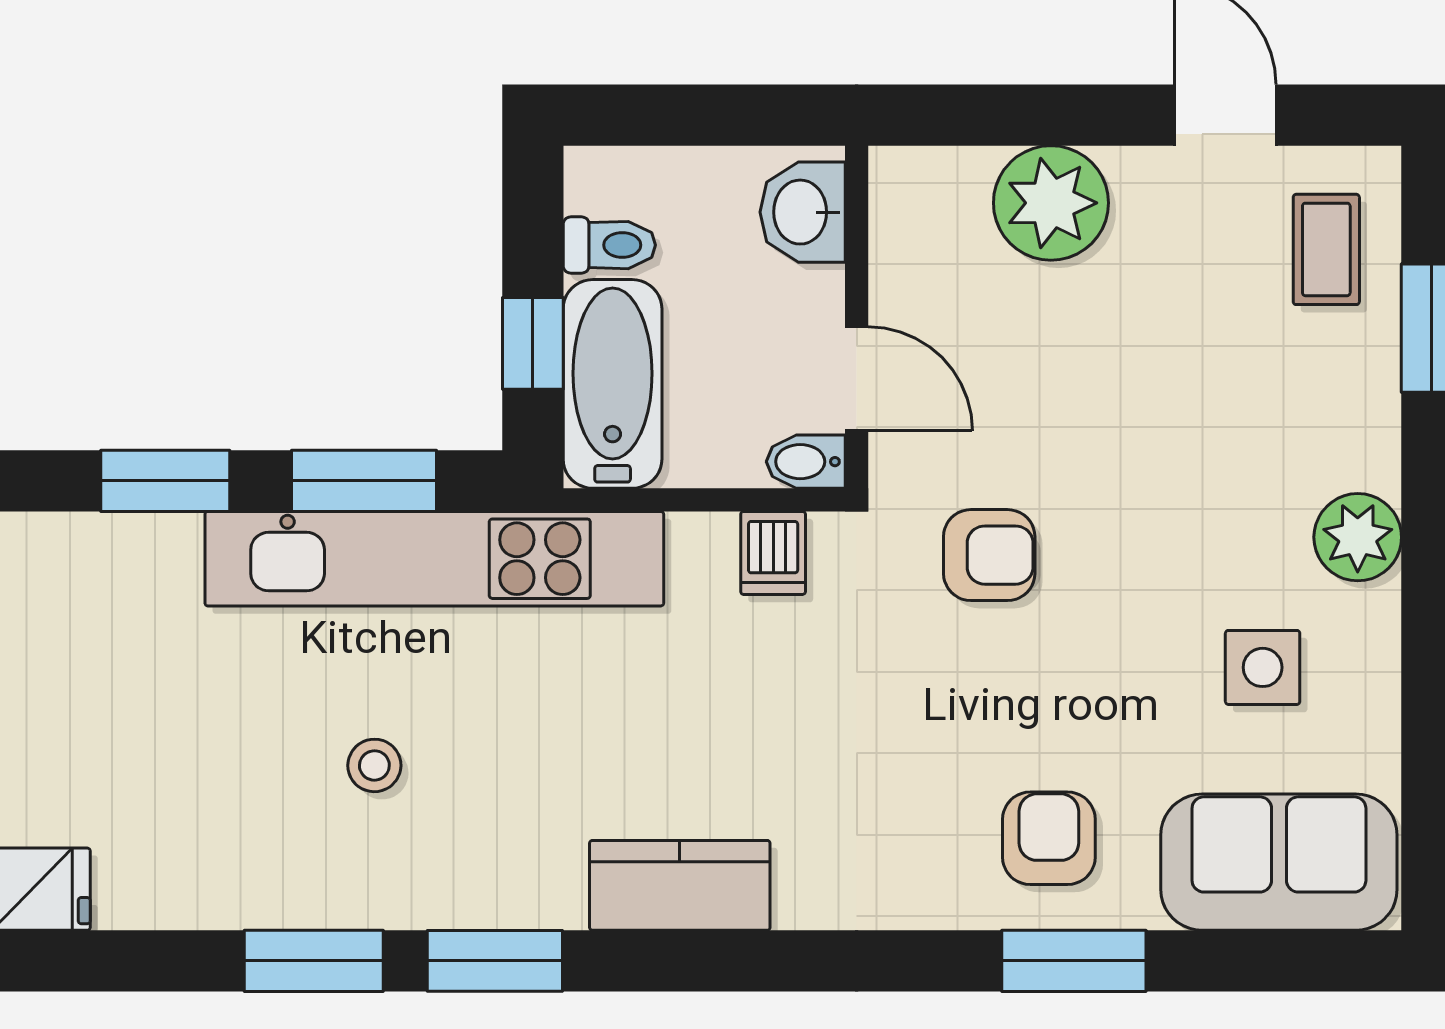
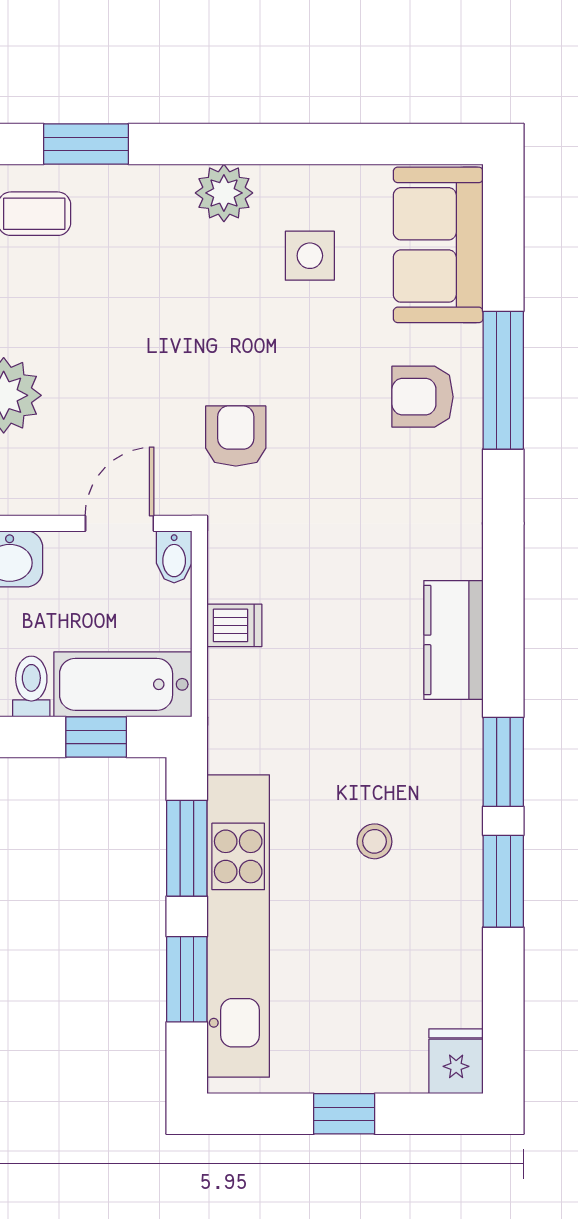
dishwasher: (773, 553) -> (234, 625), moved
kitchen unit: (434, 559) -> (238, 926), moved
window: (1074, 961) -> (503, 380), width x1.44

